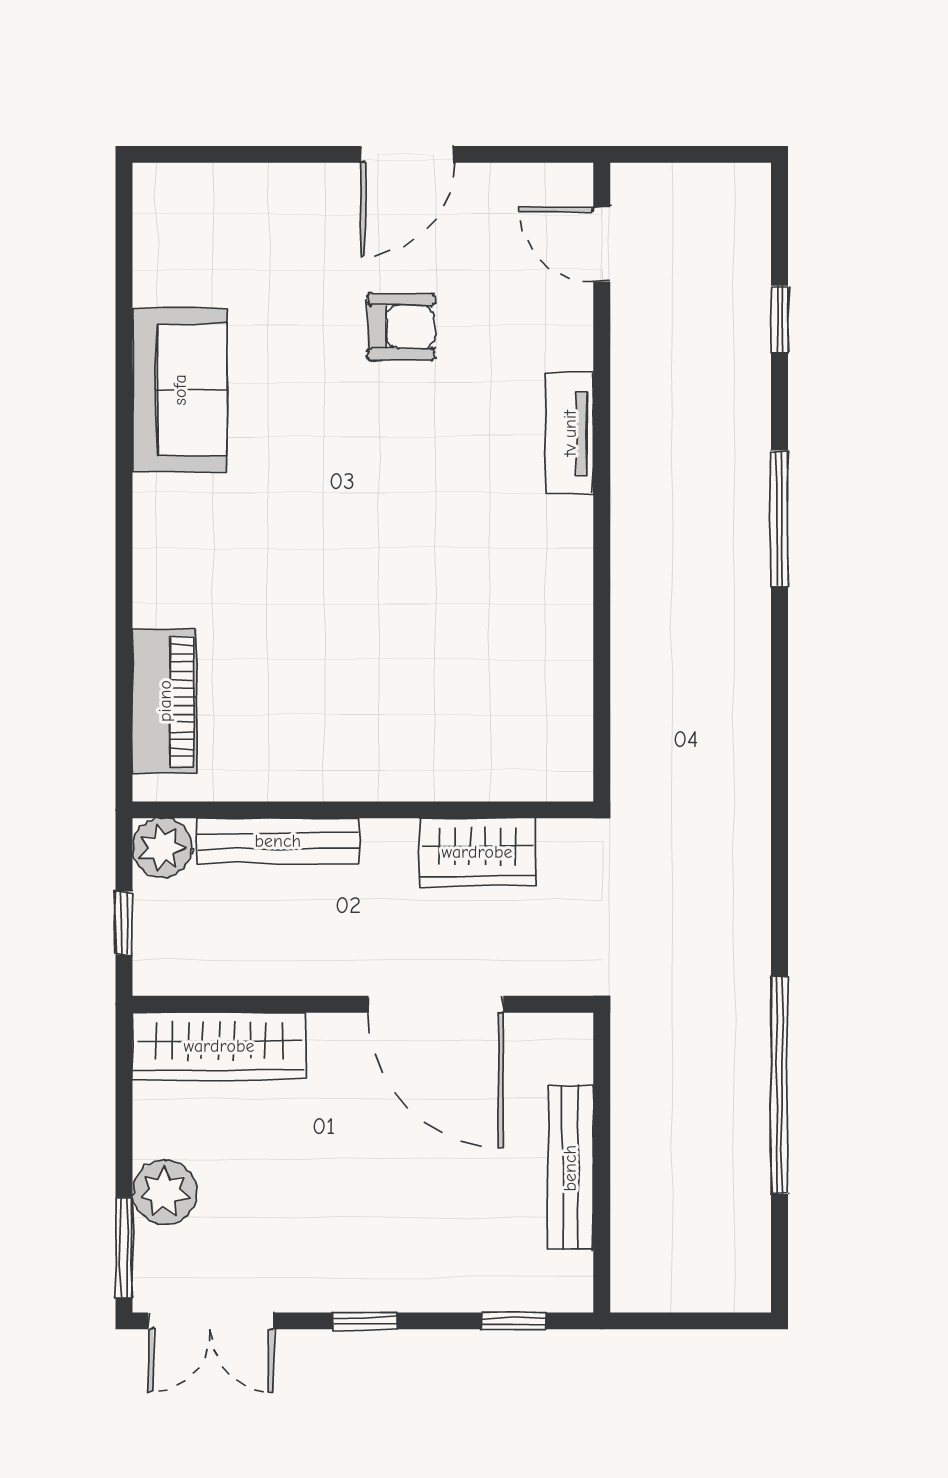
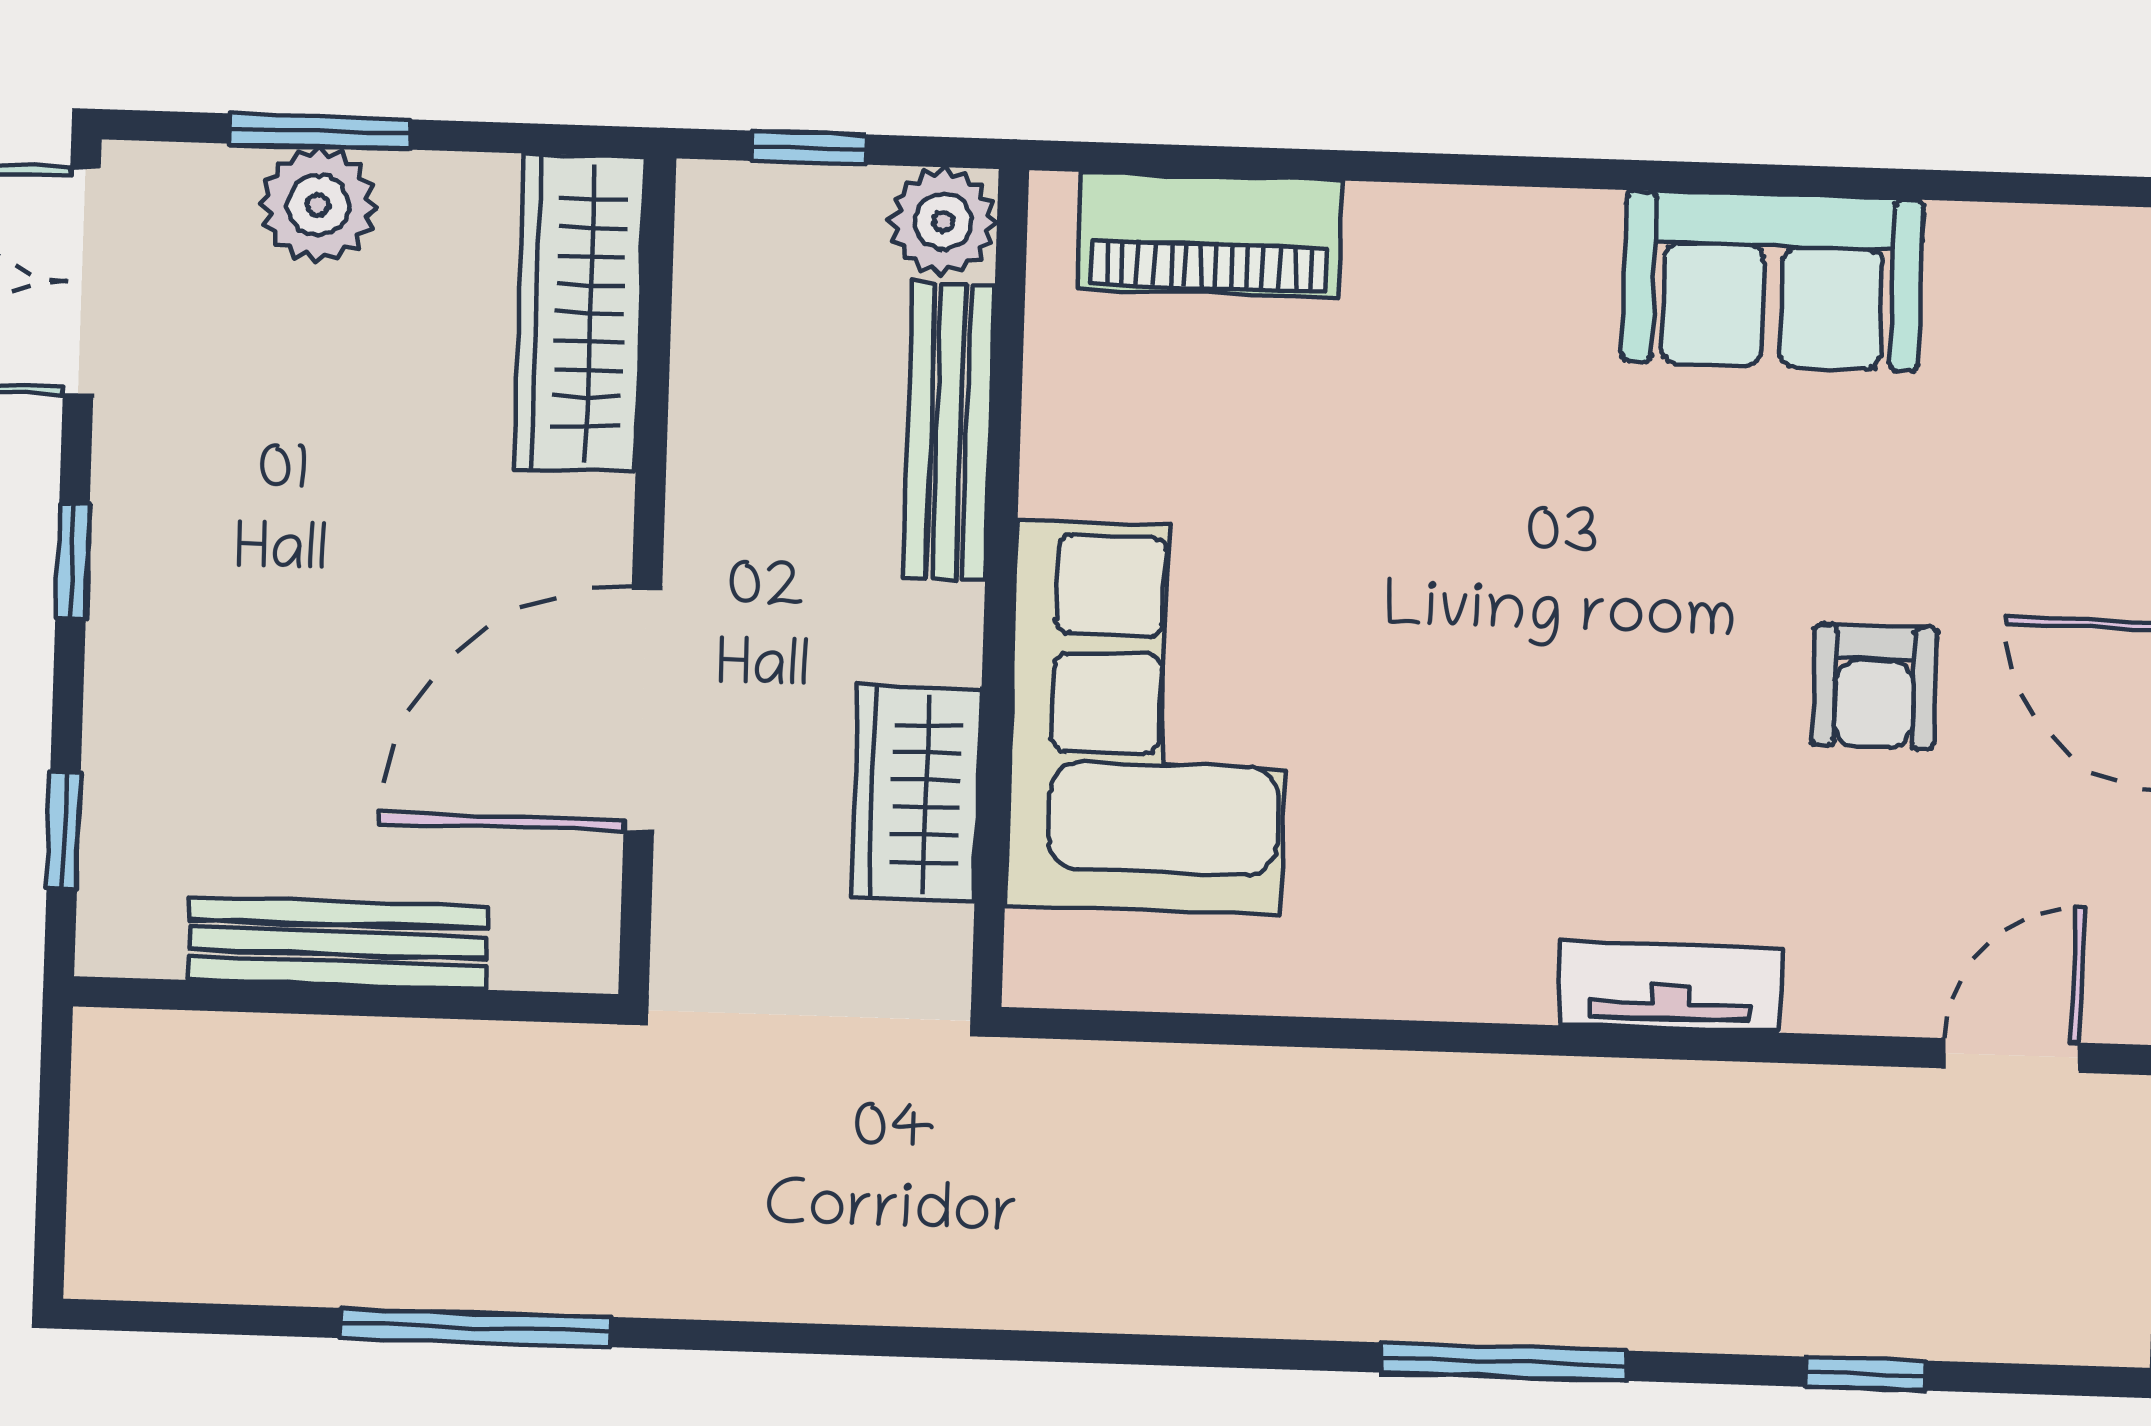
corner sofa: (431, 725) -> (1149, 717), added
window: (779, 1085) -> (475, 1327), width x0.68
window: (124, 1248) -> (320, 131), moved

